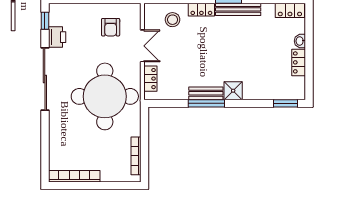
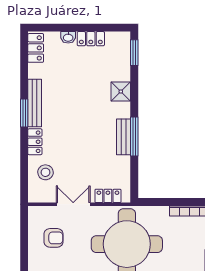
shower: (233, 91) -> (121, 92), moved

